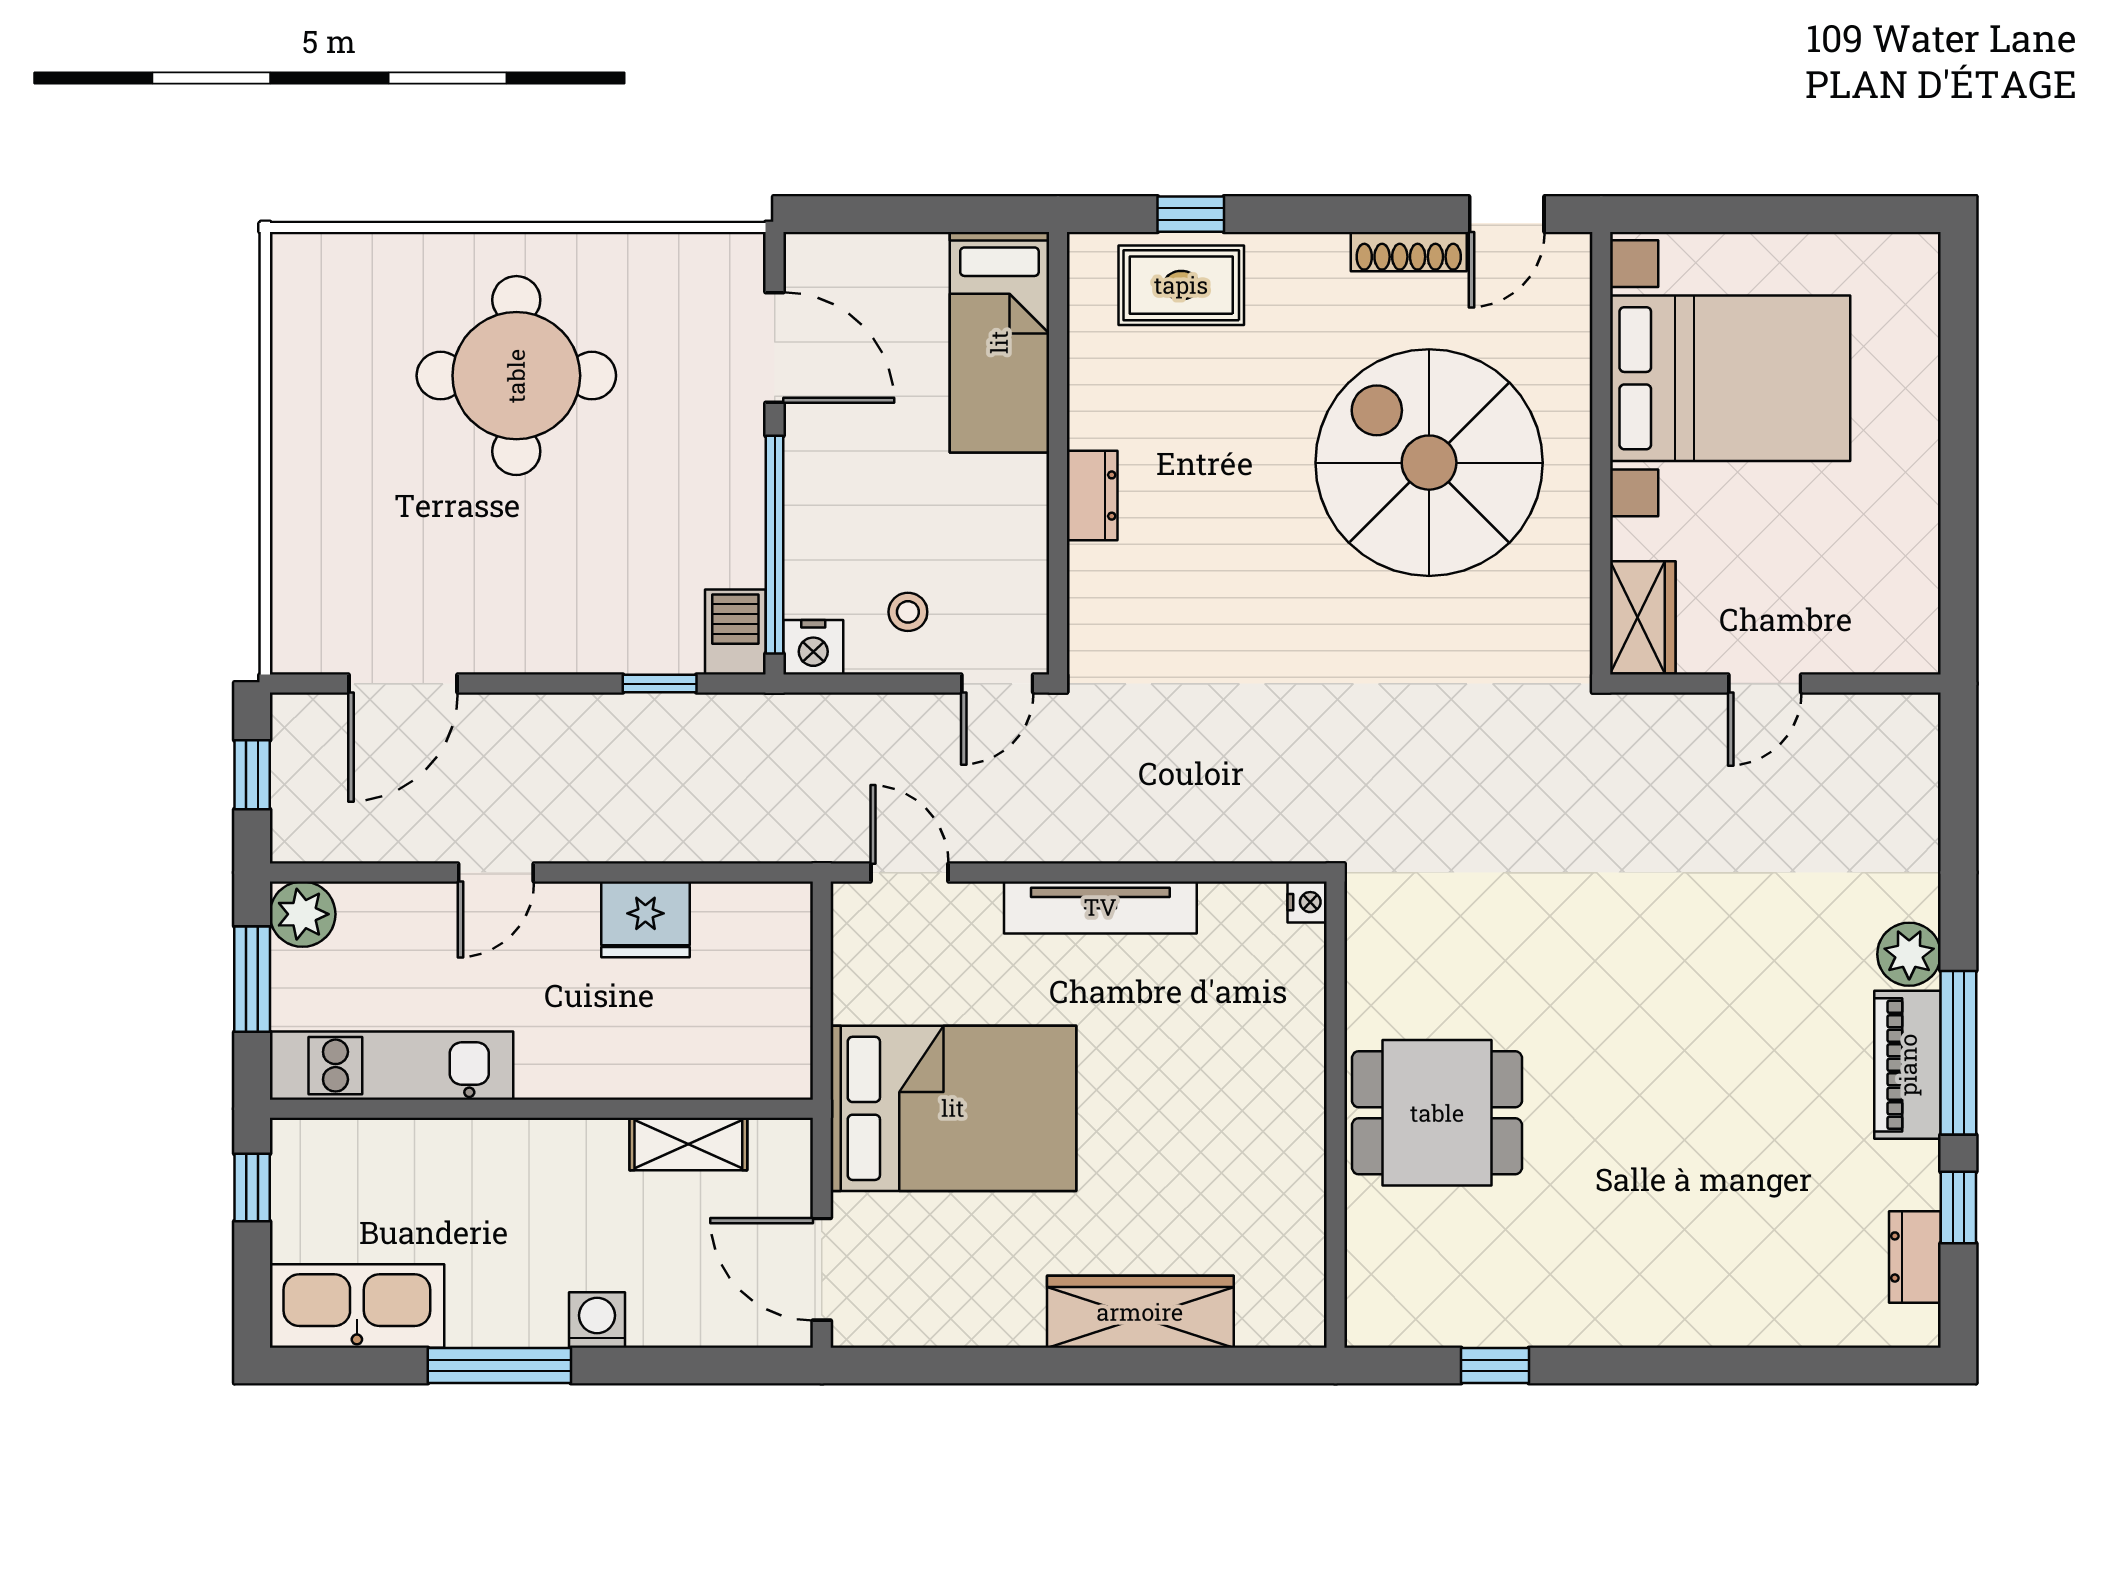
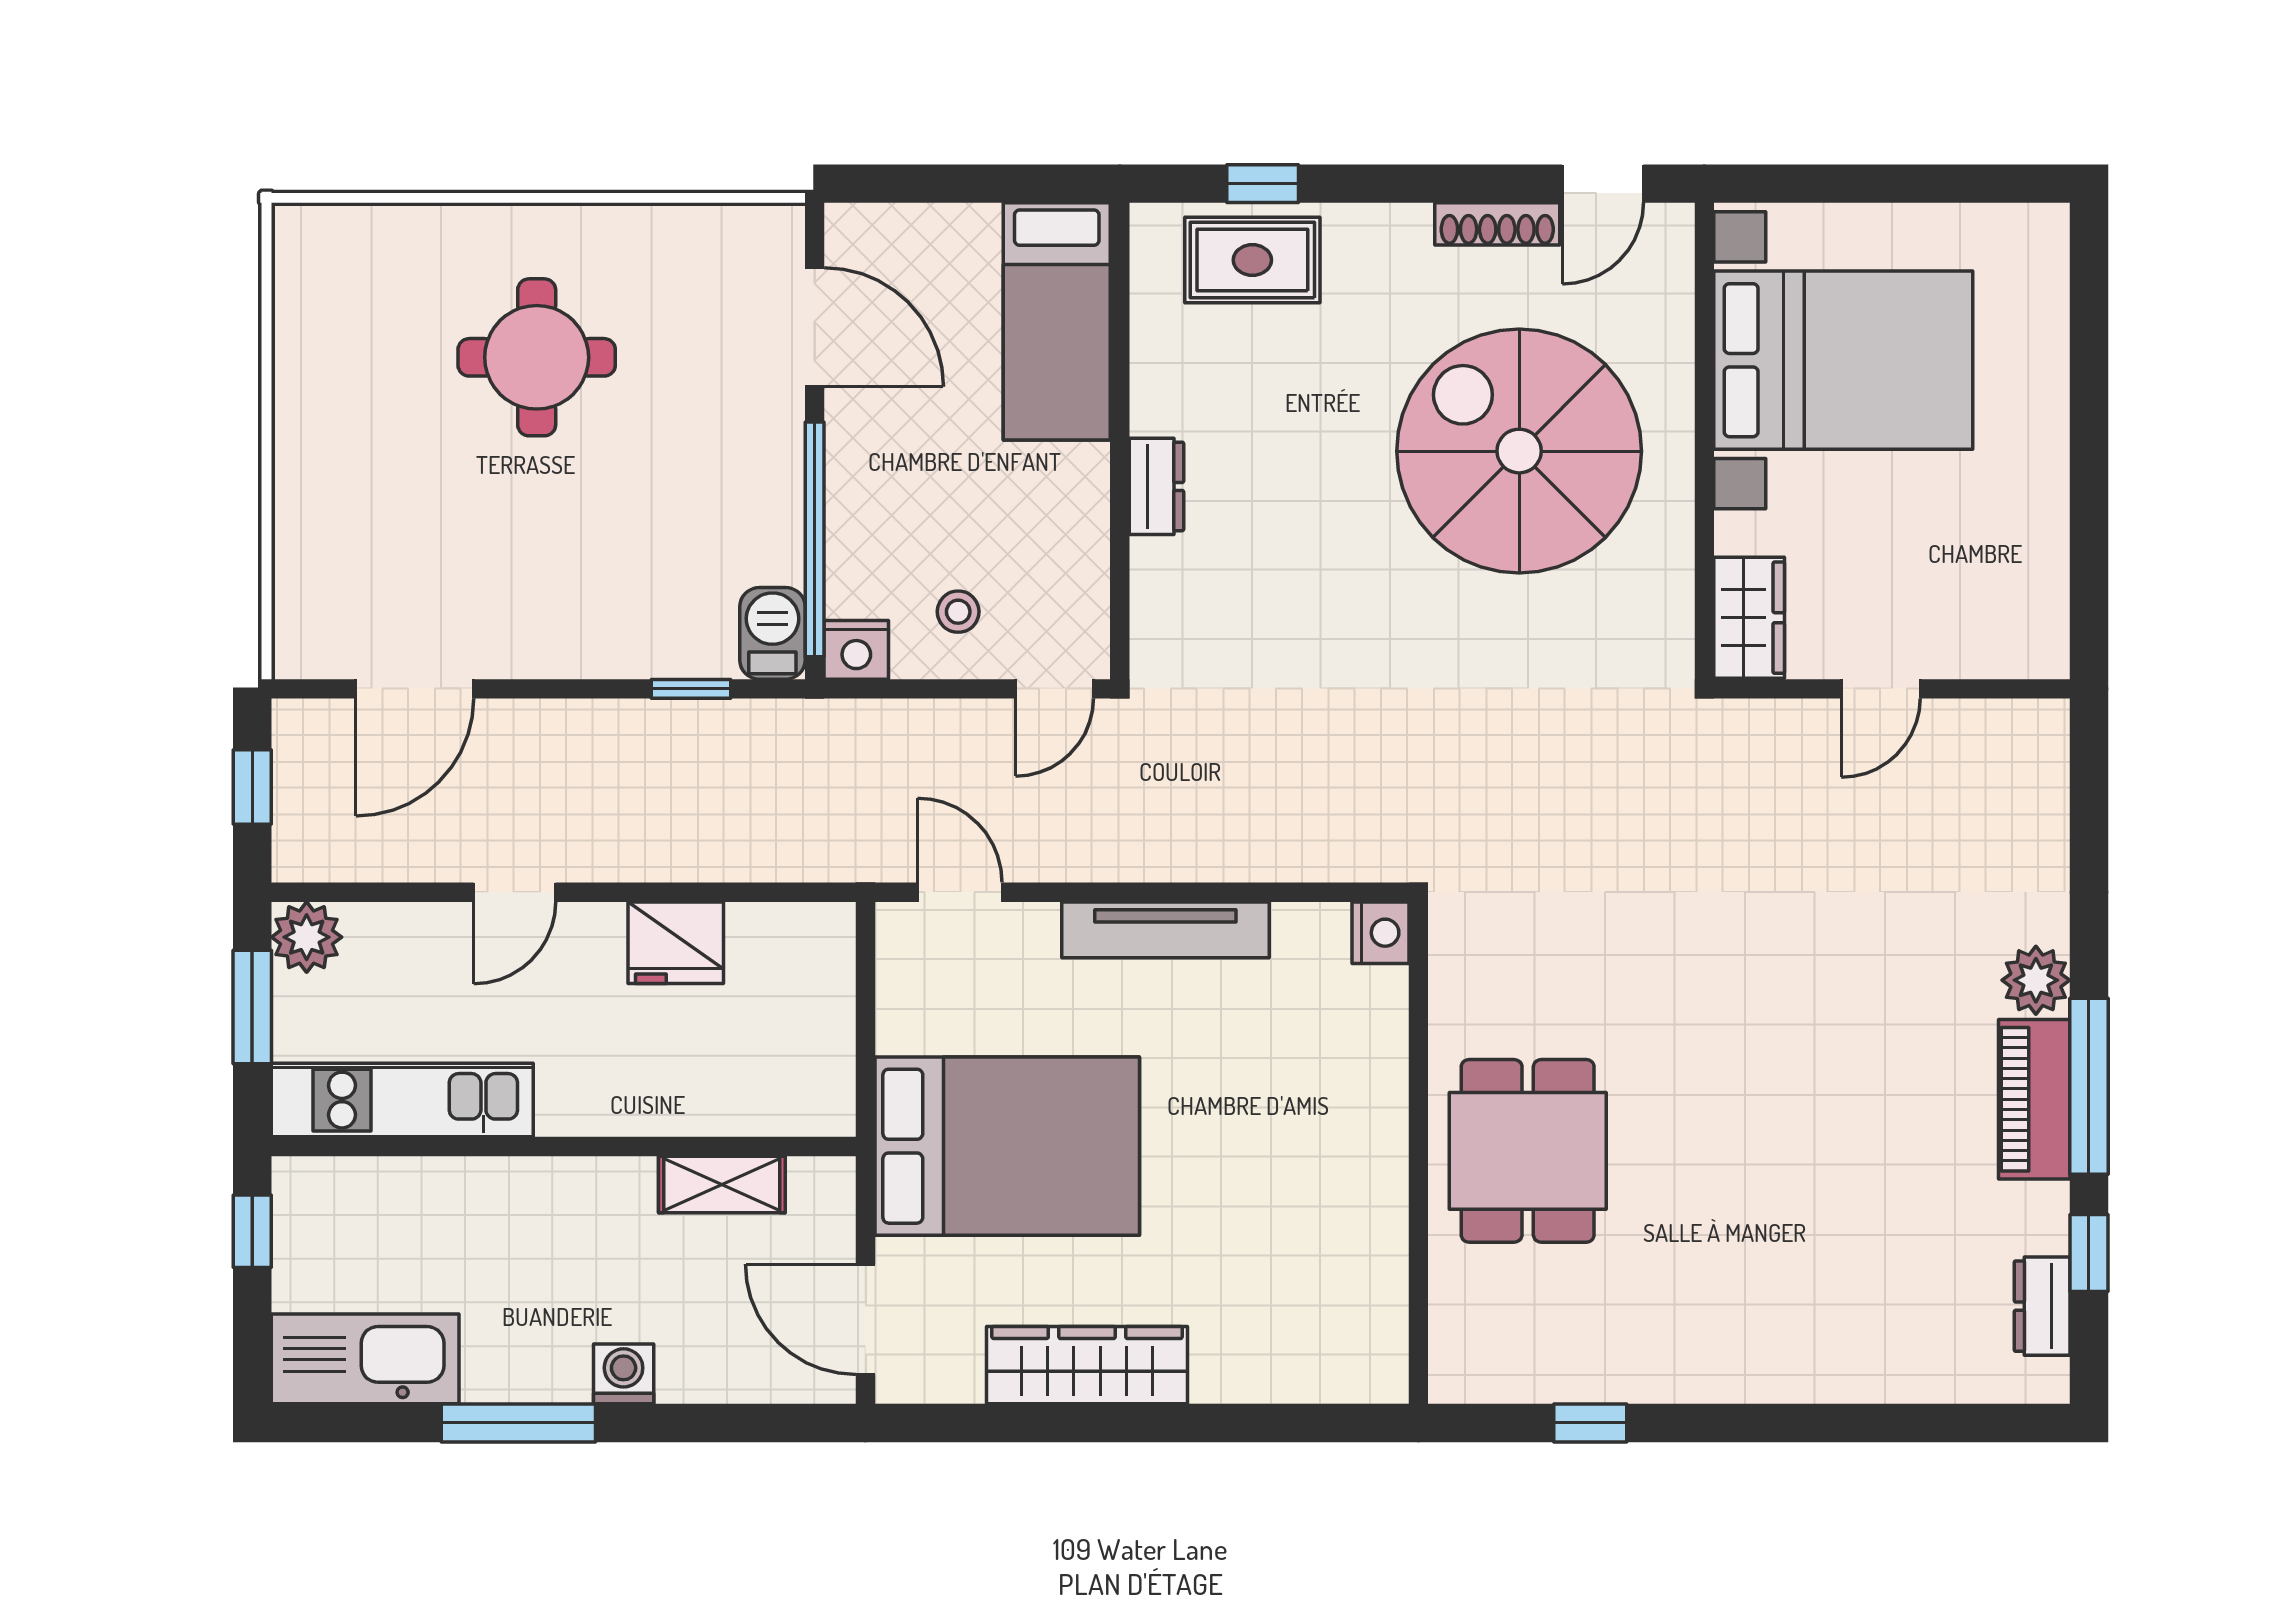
round table: (516, 376) -> (537, 357), width x0.73, depth x0.73
nightstand: (1307, 902) -> (1381, 933), width x1.39, depth x1.35
dining table: (1437, 1113) -> (1528, 1151), turned 90
wardrobe: (1140, 1312) -> (1087, 1365), moved

